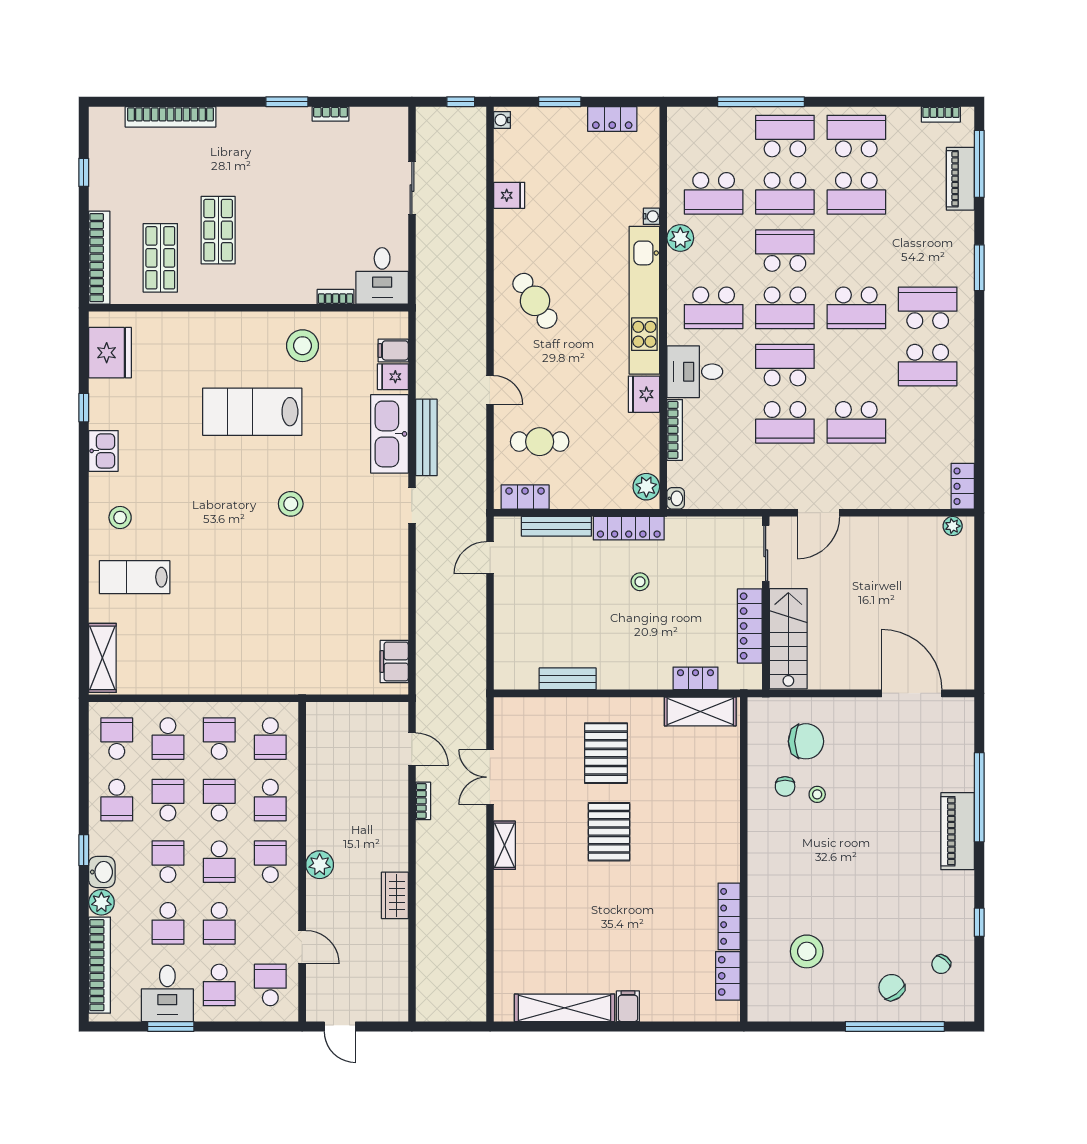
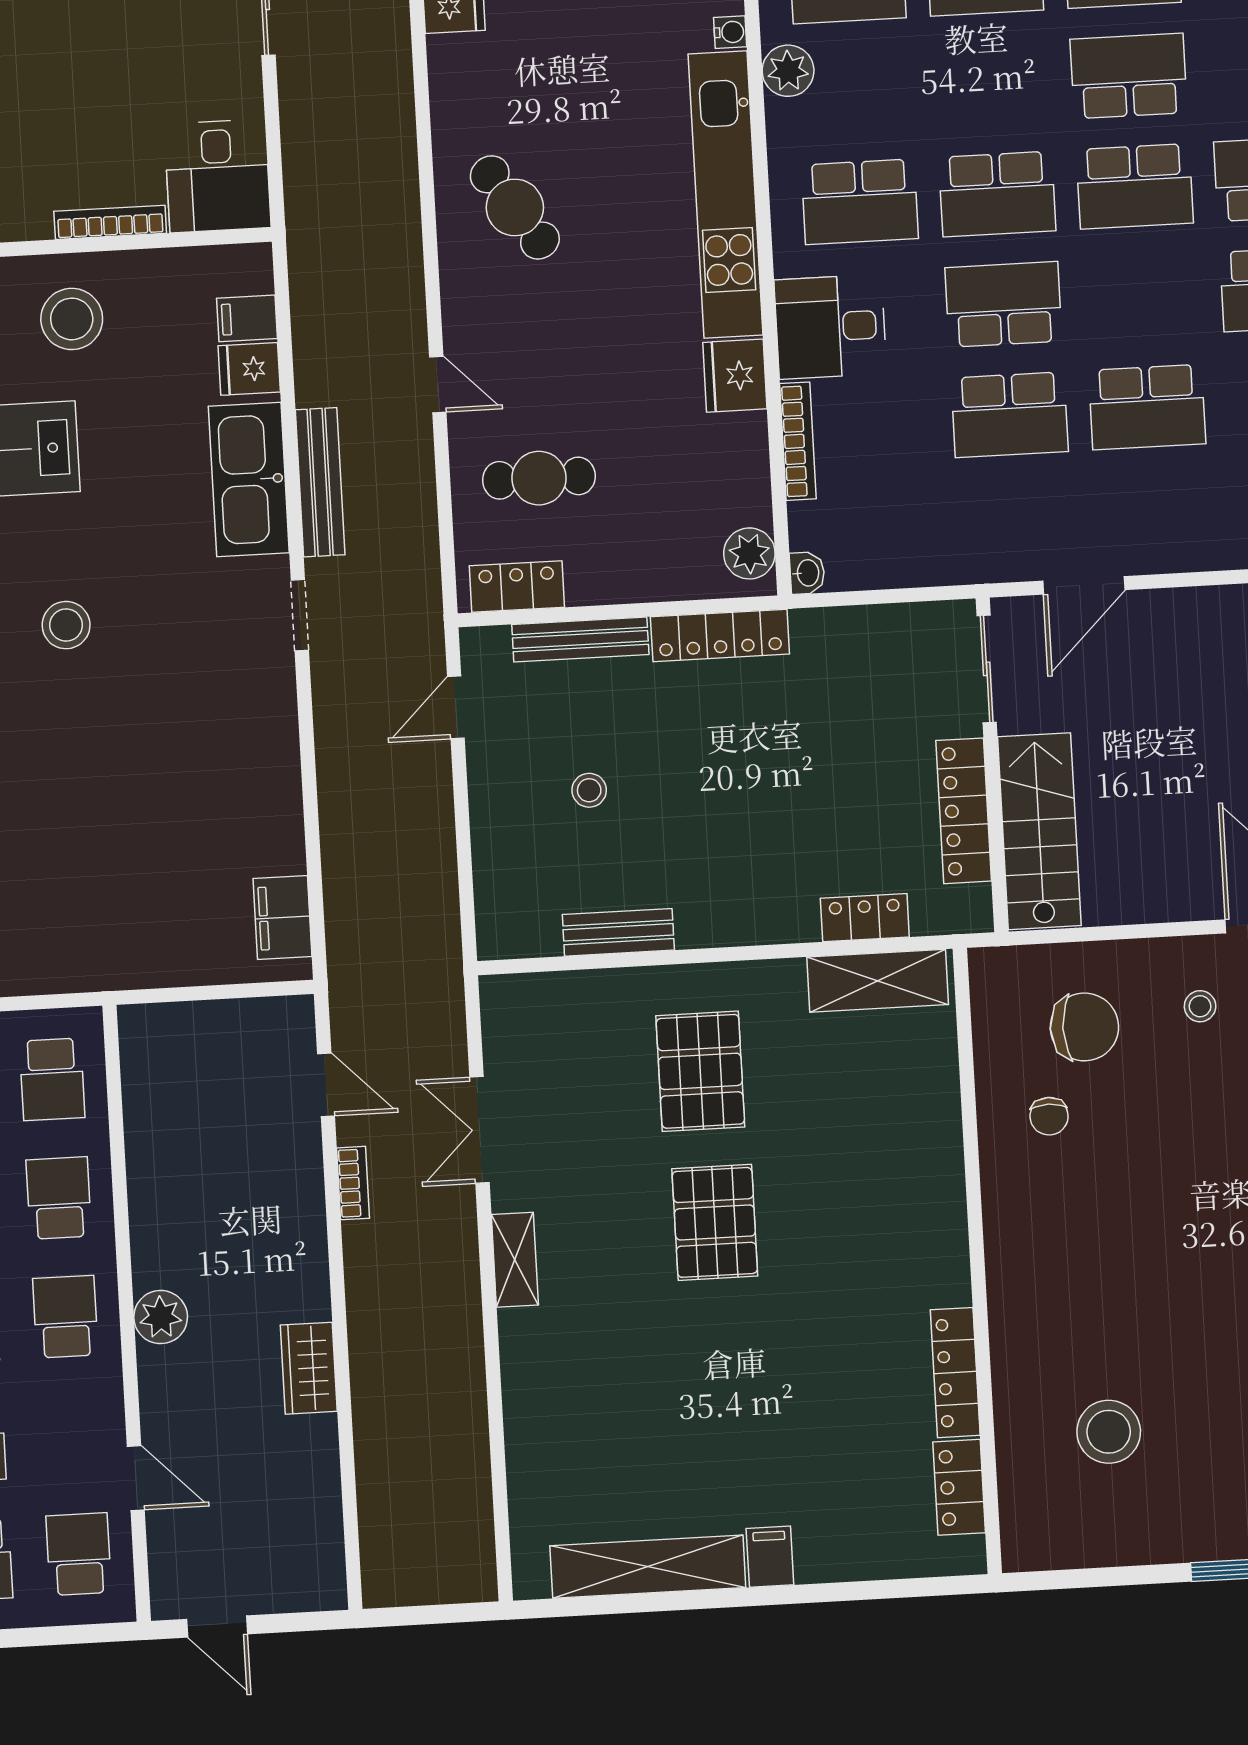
school desk: (785, 251) -> (1129, 76), moved
bookcase: (336, 297) -> (110, 222), width x1.56
stool: (640, 582) -> (589, 790), moved
stool: (817, 794) -> (1200, 1006), moved
school desk: (270, 800) -> (59, 1198), turned 180

